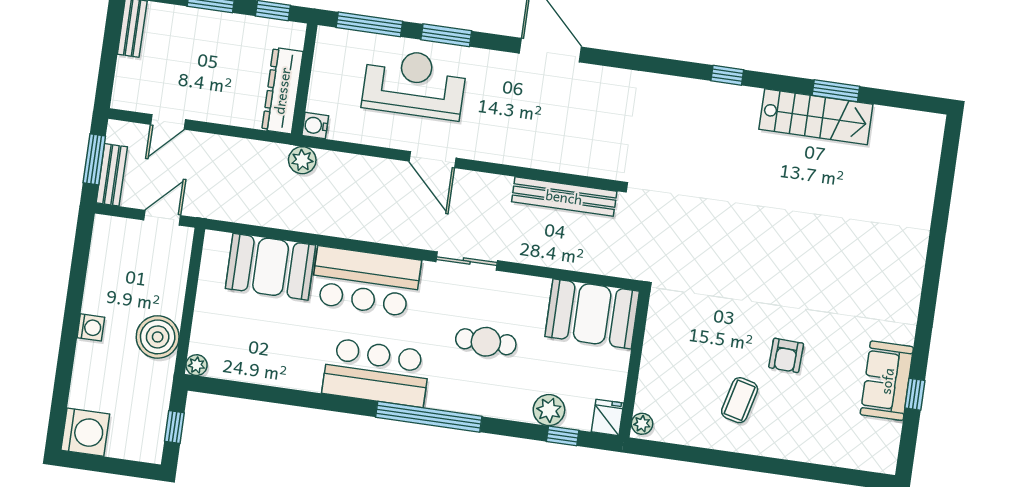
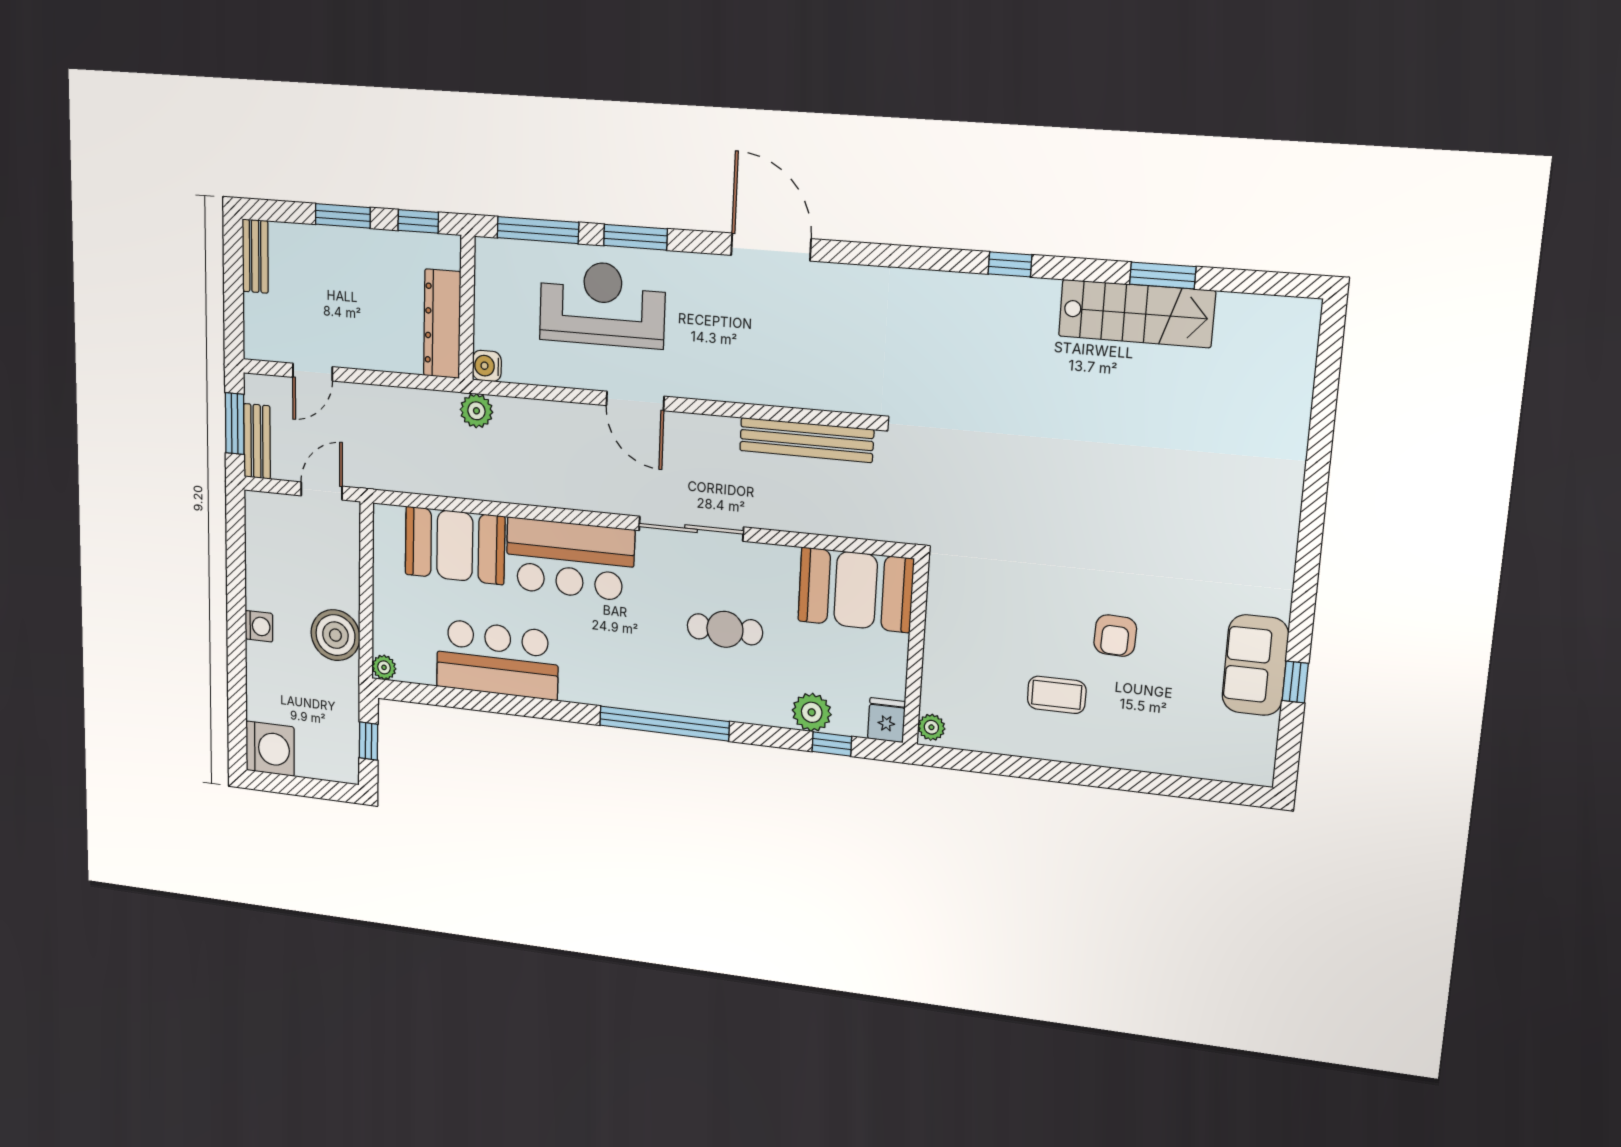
sliding door: (467, 261) -> (691, 529), width x1.37
bar counter: (376, 373) -> (497, 659), moved
coffee table: (740, 400) -> (1057, 695), turned 76

